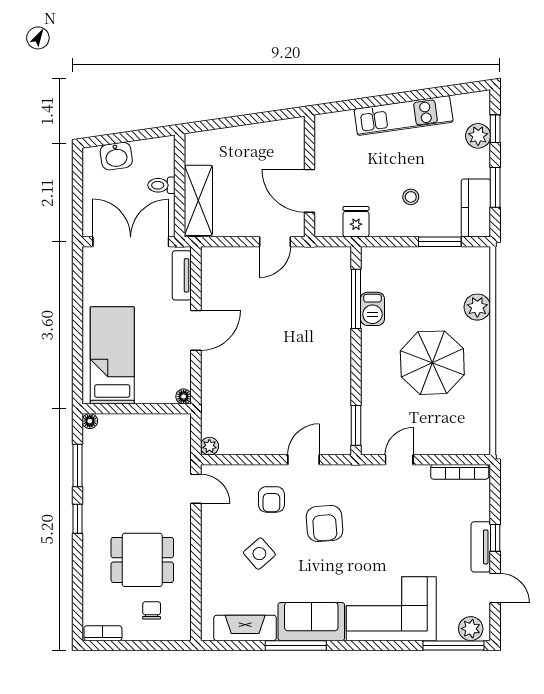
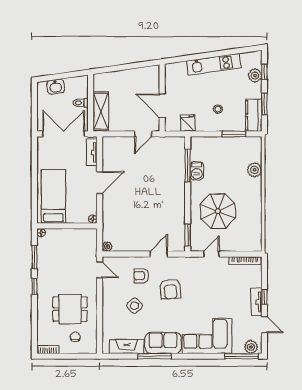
parasol: (432, 363) -> (218, 211), moved
armchair: (271, 499) -> (141, 276), turned 90

